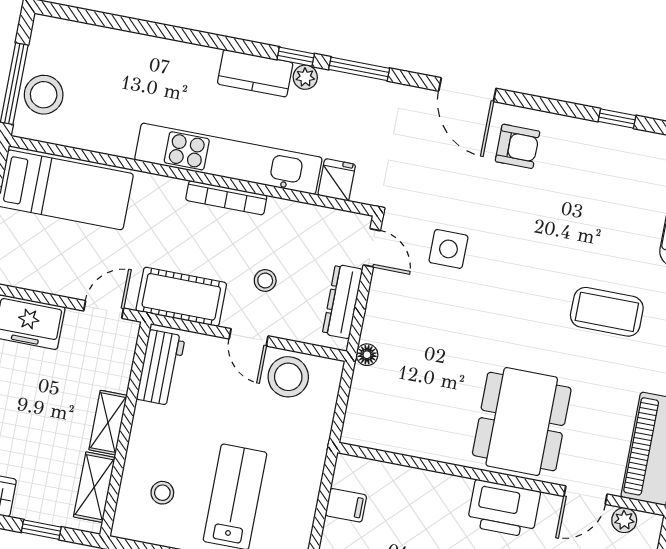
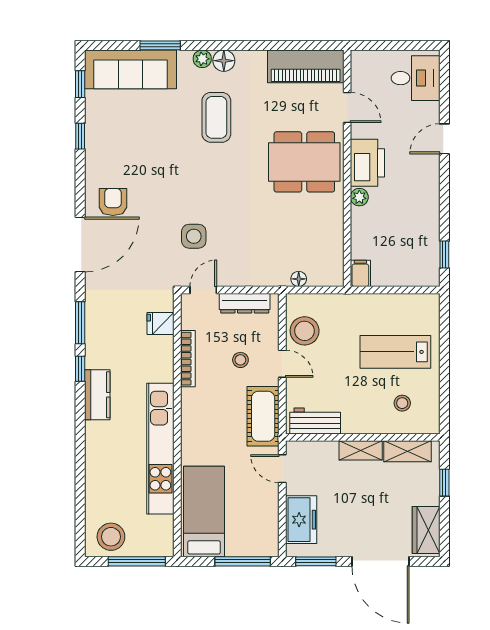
plant: (305, 77) -> (93, 359), removed
door: (467, 90) -> (80, 244), width x1.36
stool: (44, 95) -> (111, 537), moved
kitchen unit: (228, 159) -> (160, 449), moved
bookcase: (226, 198) -> (188, 359), moved
door: (249, 337) -> (282, 364), hinge flipped
floor lamp: (367, 355) -> (299, 279), moved
filing cabinet: (346, 505) -> (360, 273), moved
plant: (624, 520) -> (359, 197), moved

